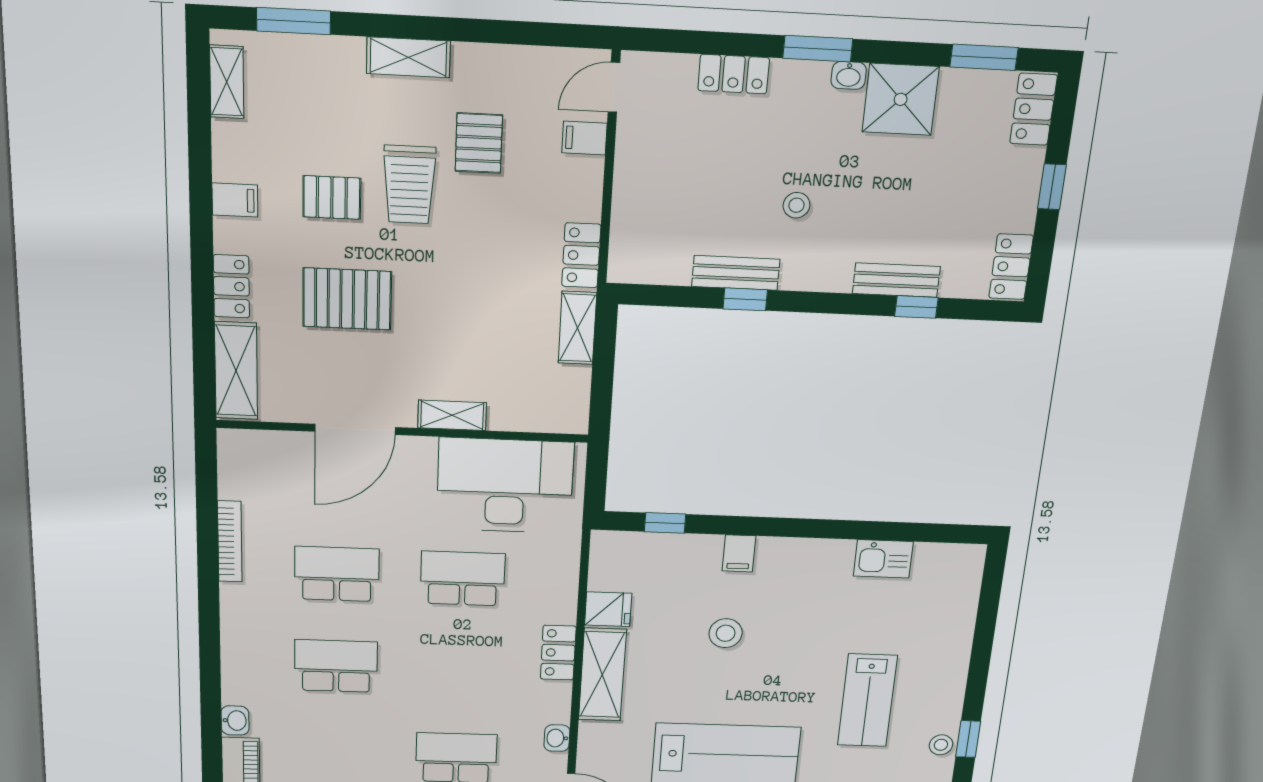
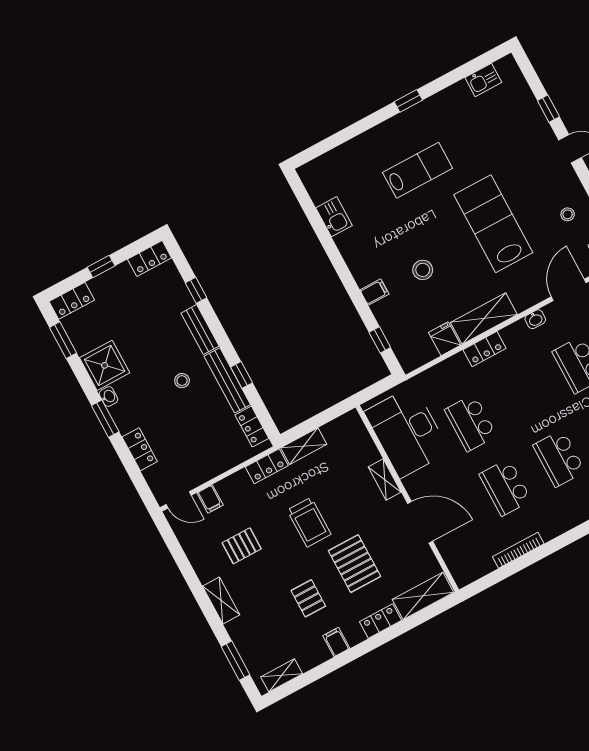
trolley: (409, 185) -> (309, 522), moved, turned 90
locker: (657, 269) -> (252, 427), added
bench: (736, 273) -> (227, 380), width x1.36
bench: (896, 280) -> (200, 330), moved
stool: (941, 745) -> (420, 113), removed

